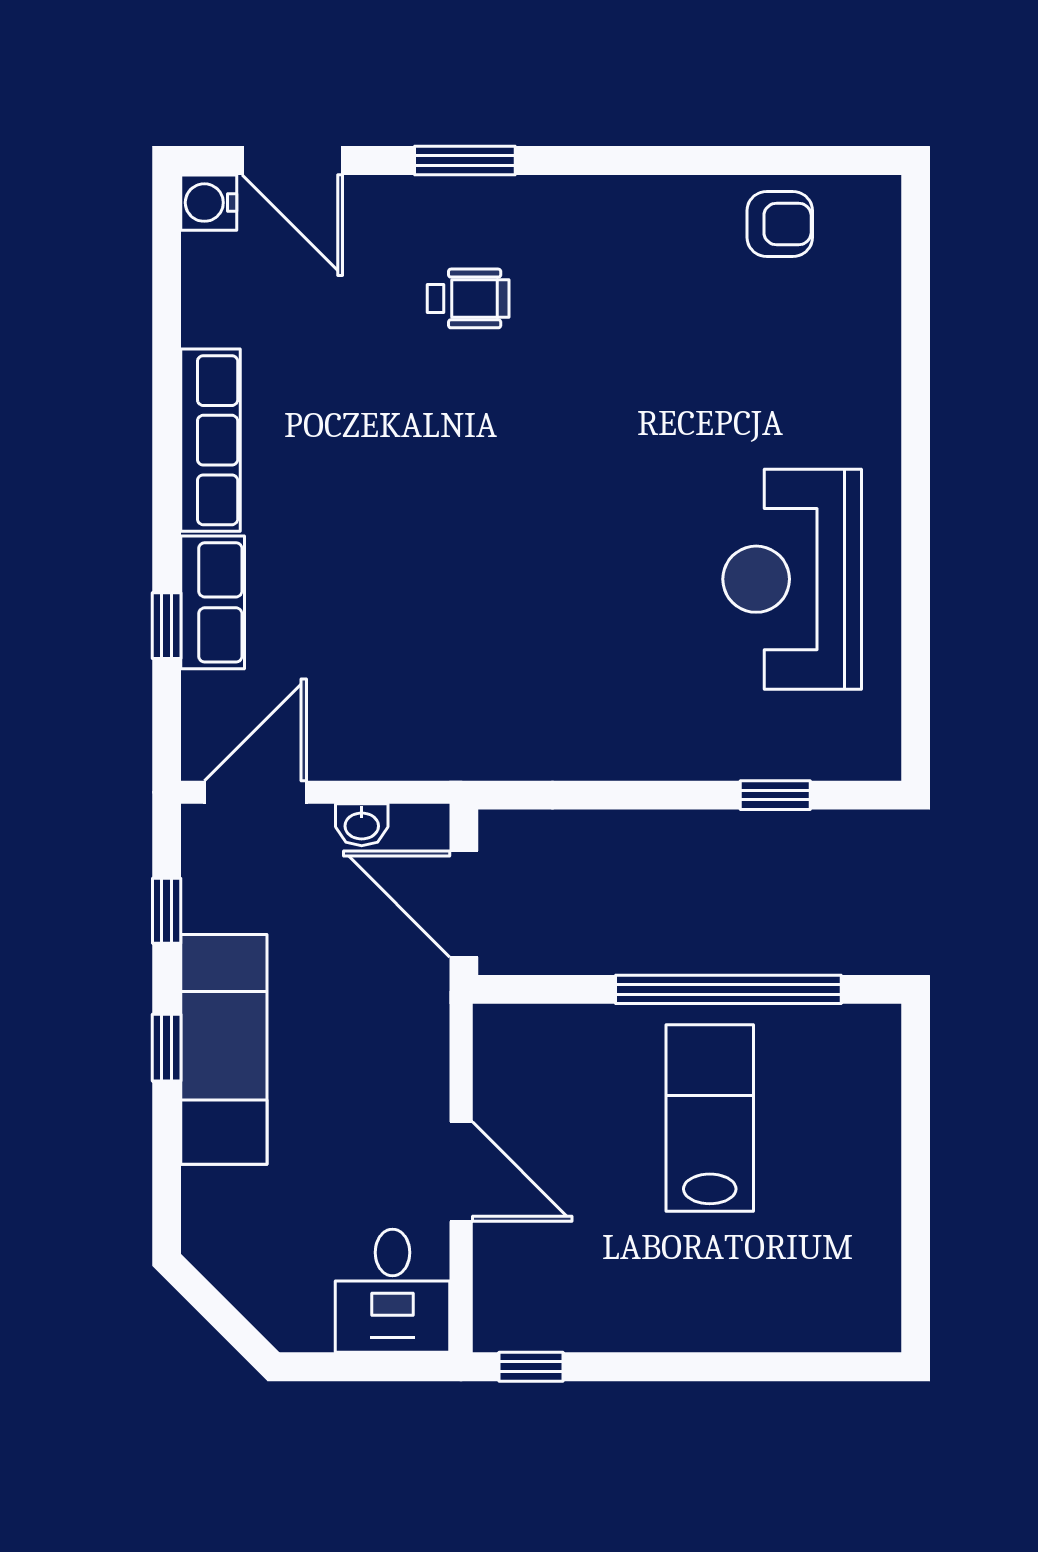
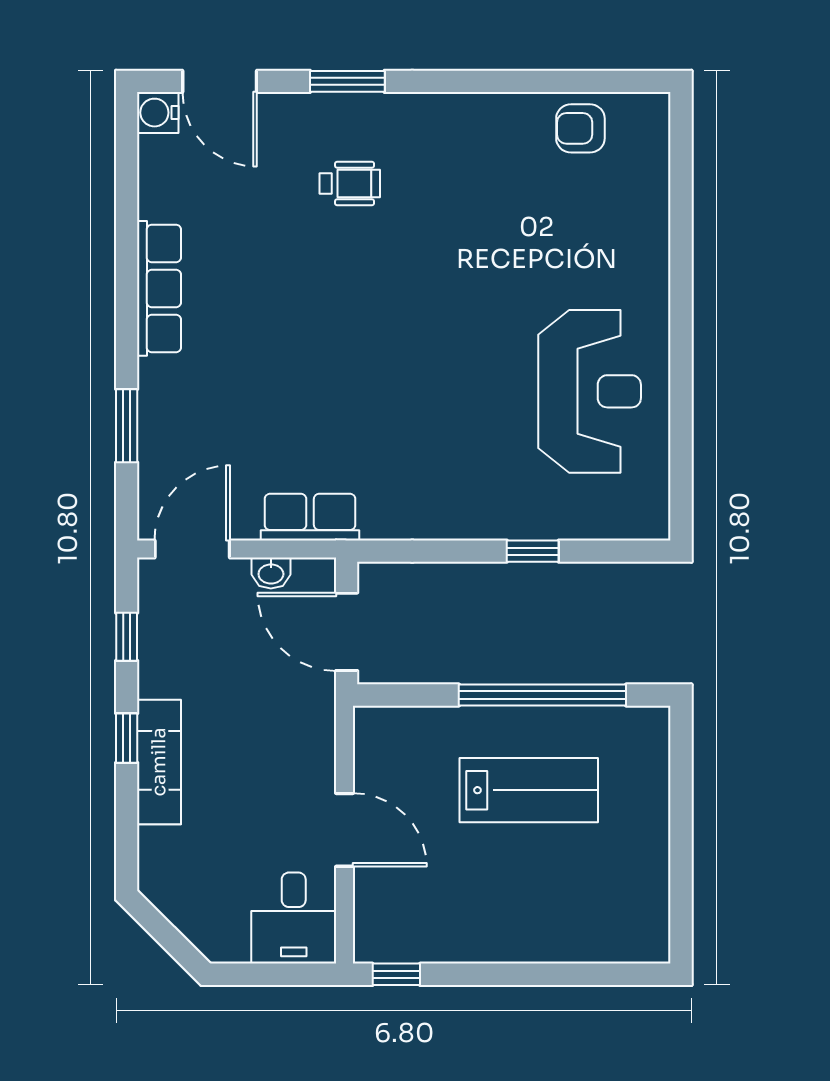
armchair: (780, 224) -> (580, 128), turned 180
reception desk: (792, 579) -> (590, 391), turned 180
row of seats: (213, 602) -> (310, 517), moved, turned -90
window: (167, 626) -> (127, 426), width x1.50
window: (775, 795) -> (533, 551), moved
exam couch: (224, 1049) -> (159, 762), width x0.73, depth x0.69
lab bench: (710, 1118) -> (529, 790), turned 90

